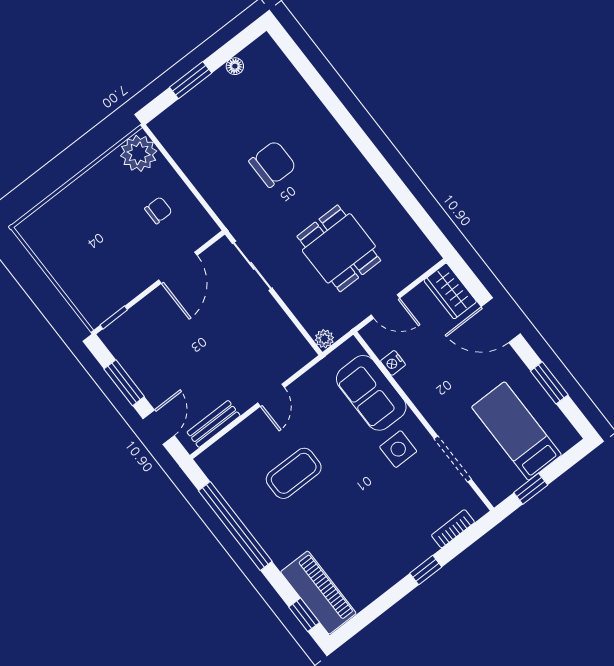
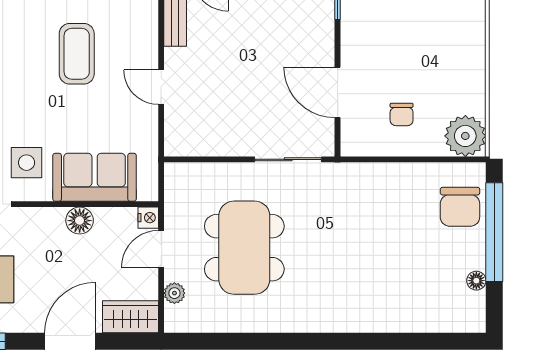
window: (191, 80) -> (494, 232), width x2.11
chair: (273, 164) -> (460, 207), moved
dining table: (339, 248) -> (244, 248), width x1.38
plant: (324, 339) -> (174, 293), moved
nightstand: (393, 363) -> (148, 218), moved, turned 90
floor lamp: (410, 380) -> (80, 221), added

